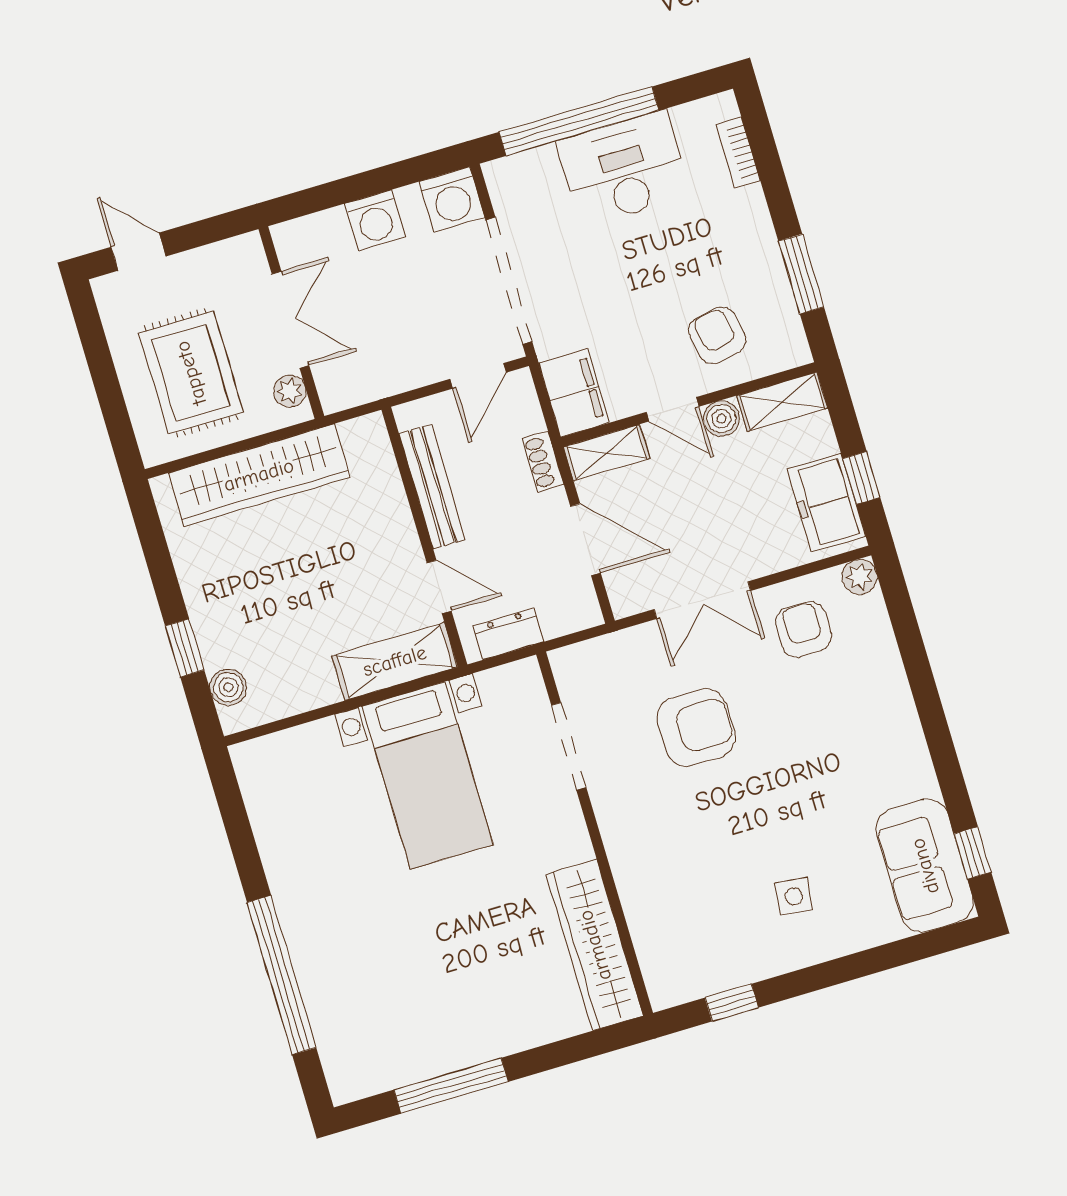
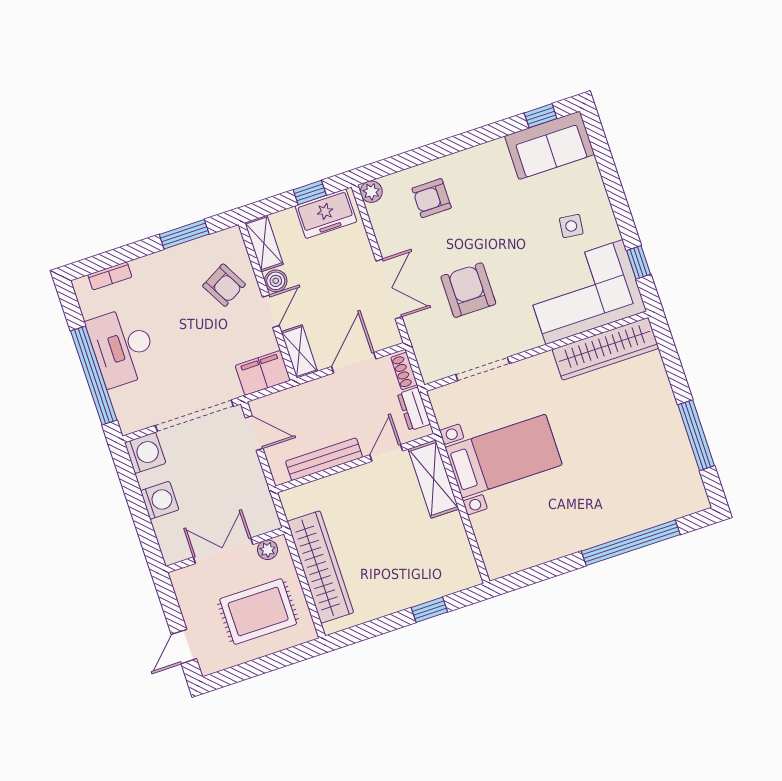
armchair: (717, 335) -> (224, 285), turned -108
shoe rack: (543, 461) -> (404, 371), moved, turned 90
armchair: (804, 629) -> (432, 198), moved
boiler: (228, 687) -> (453, 582), removed
corner sofa: (687, 914) -> (584, 292), added

